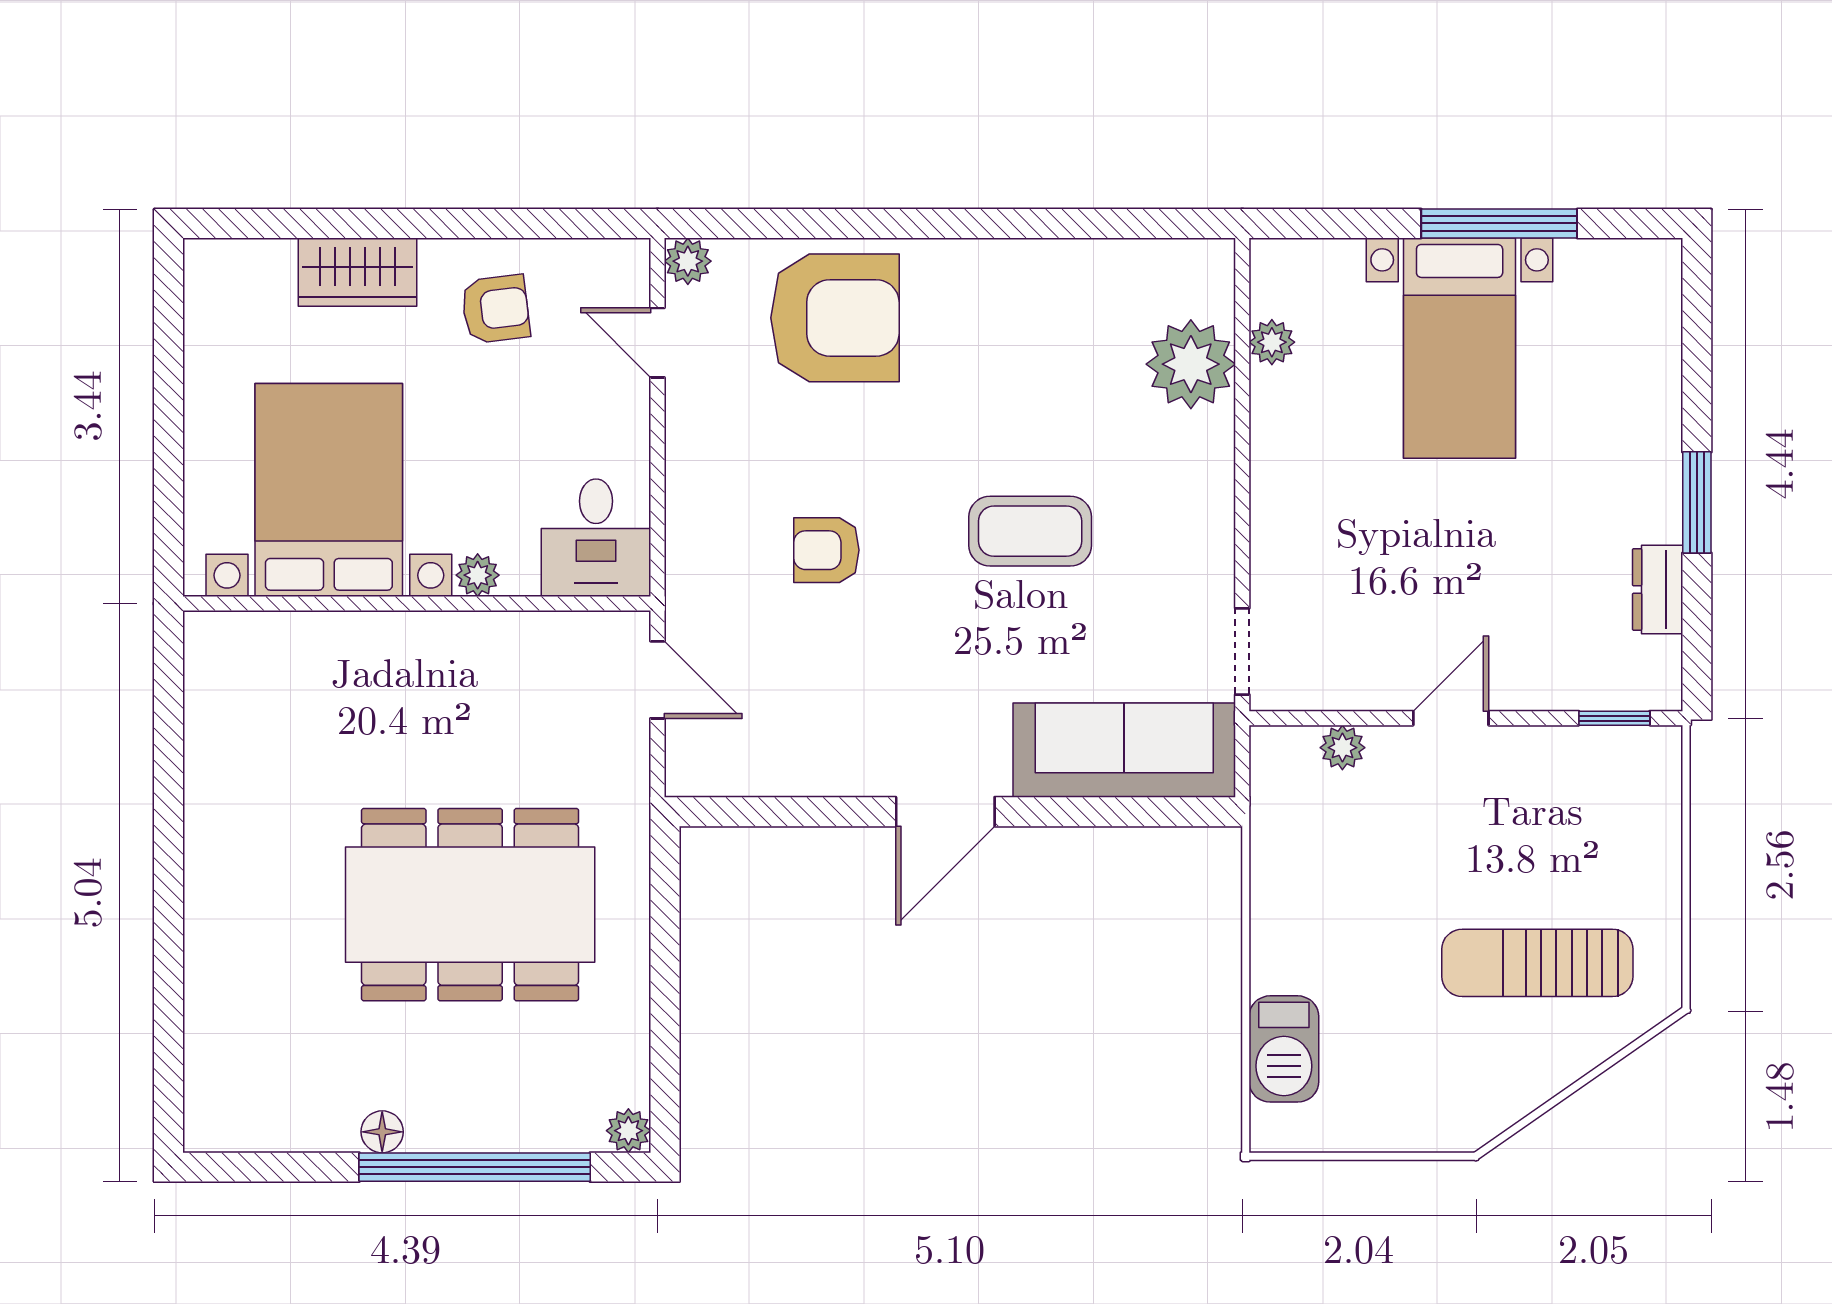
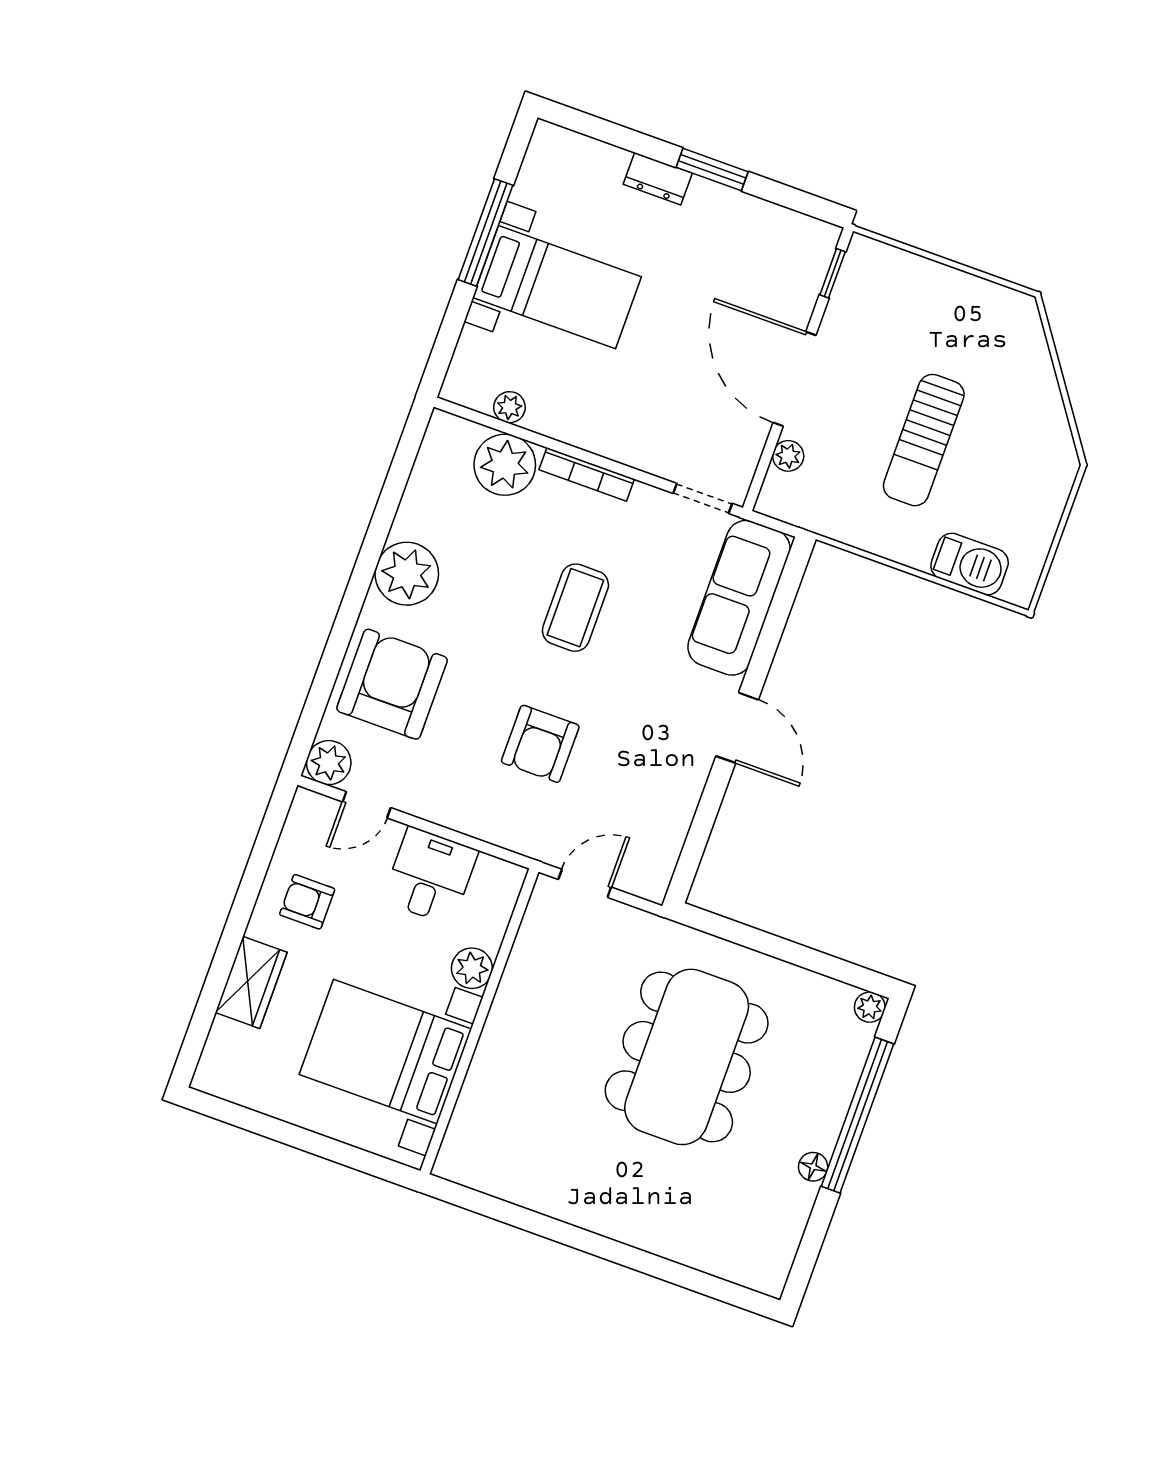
plant: (688, 261) -> (329, 763), width x1.38, depth x1.38
plant: (993, 284) -> (407, 574), added
armchair: (496, 309) -> (307, 902), turned -83
bookcase: (1218, 481) -> (587, 474), added
desk: (596, 538) -> (430, 876), moved, turned -90
armchair: (826, 550) -> (540, 744), width x1.38, depth x1.38
plant: (478, 575) -> (472, 968), width x1.38, depth x1.38
dresser: (1658, 589) -> (658, 179), moved
door: (1451, 718) -> (794, 379), width x1.88
sun lounger: (1537, 963) -> (924, 440), moved

